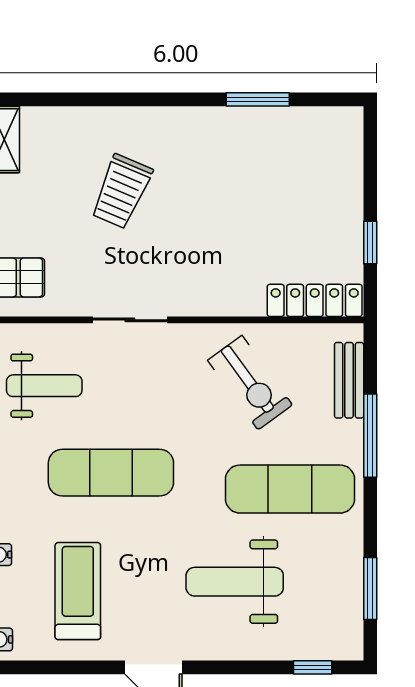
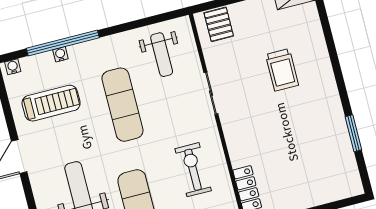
trolley: (121, 191) -> (282, 70), turned -113
exercise bike: (250, 383) -> (193, 170), turned 126

